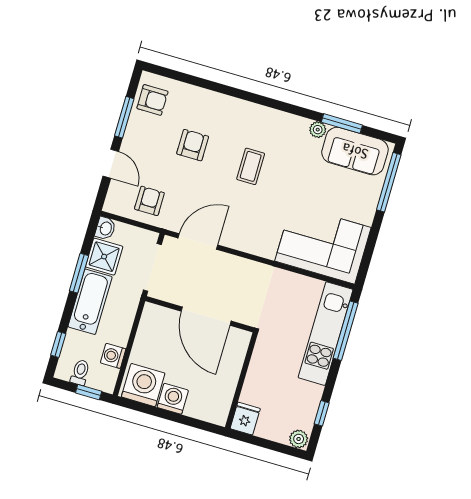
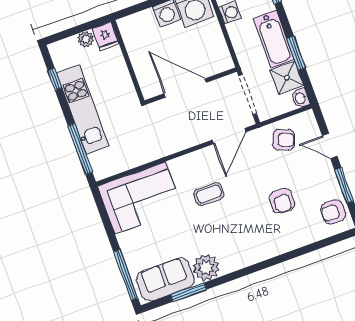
plant: (318, 130) -> (206, 268), width x1.88, depth x1.88
coffee table: (251, 166) -> (209, 194), moved, turned 90
armchair: (149, 201) -> (284, 140), turned -68
kitchen unit: (326, 334) -> (83, 109), moved
plant: (299, 439) -> (86, 39), moved

